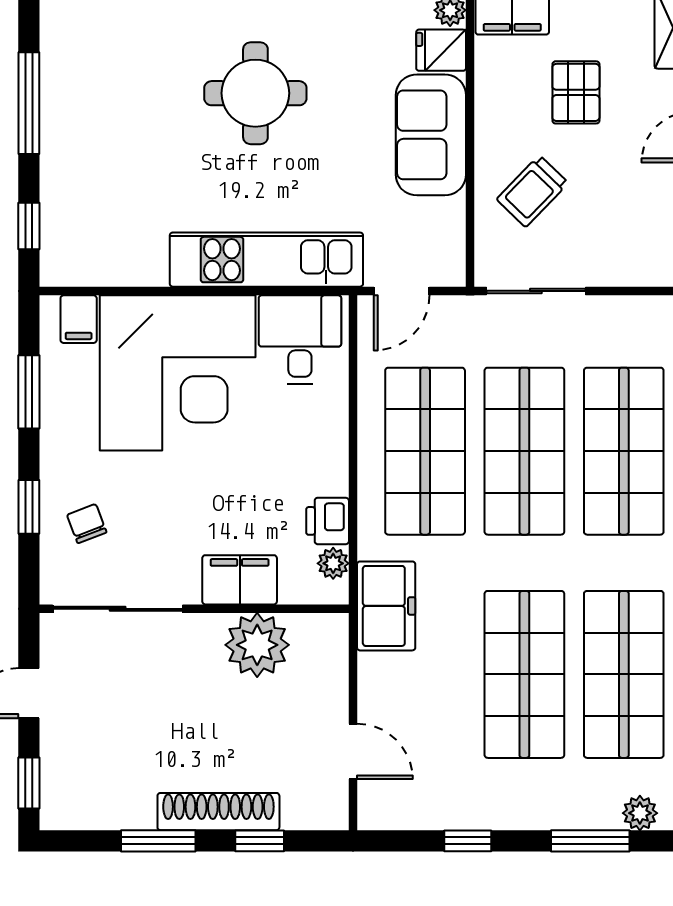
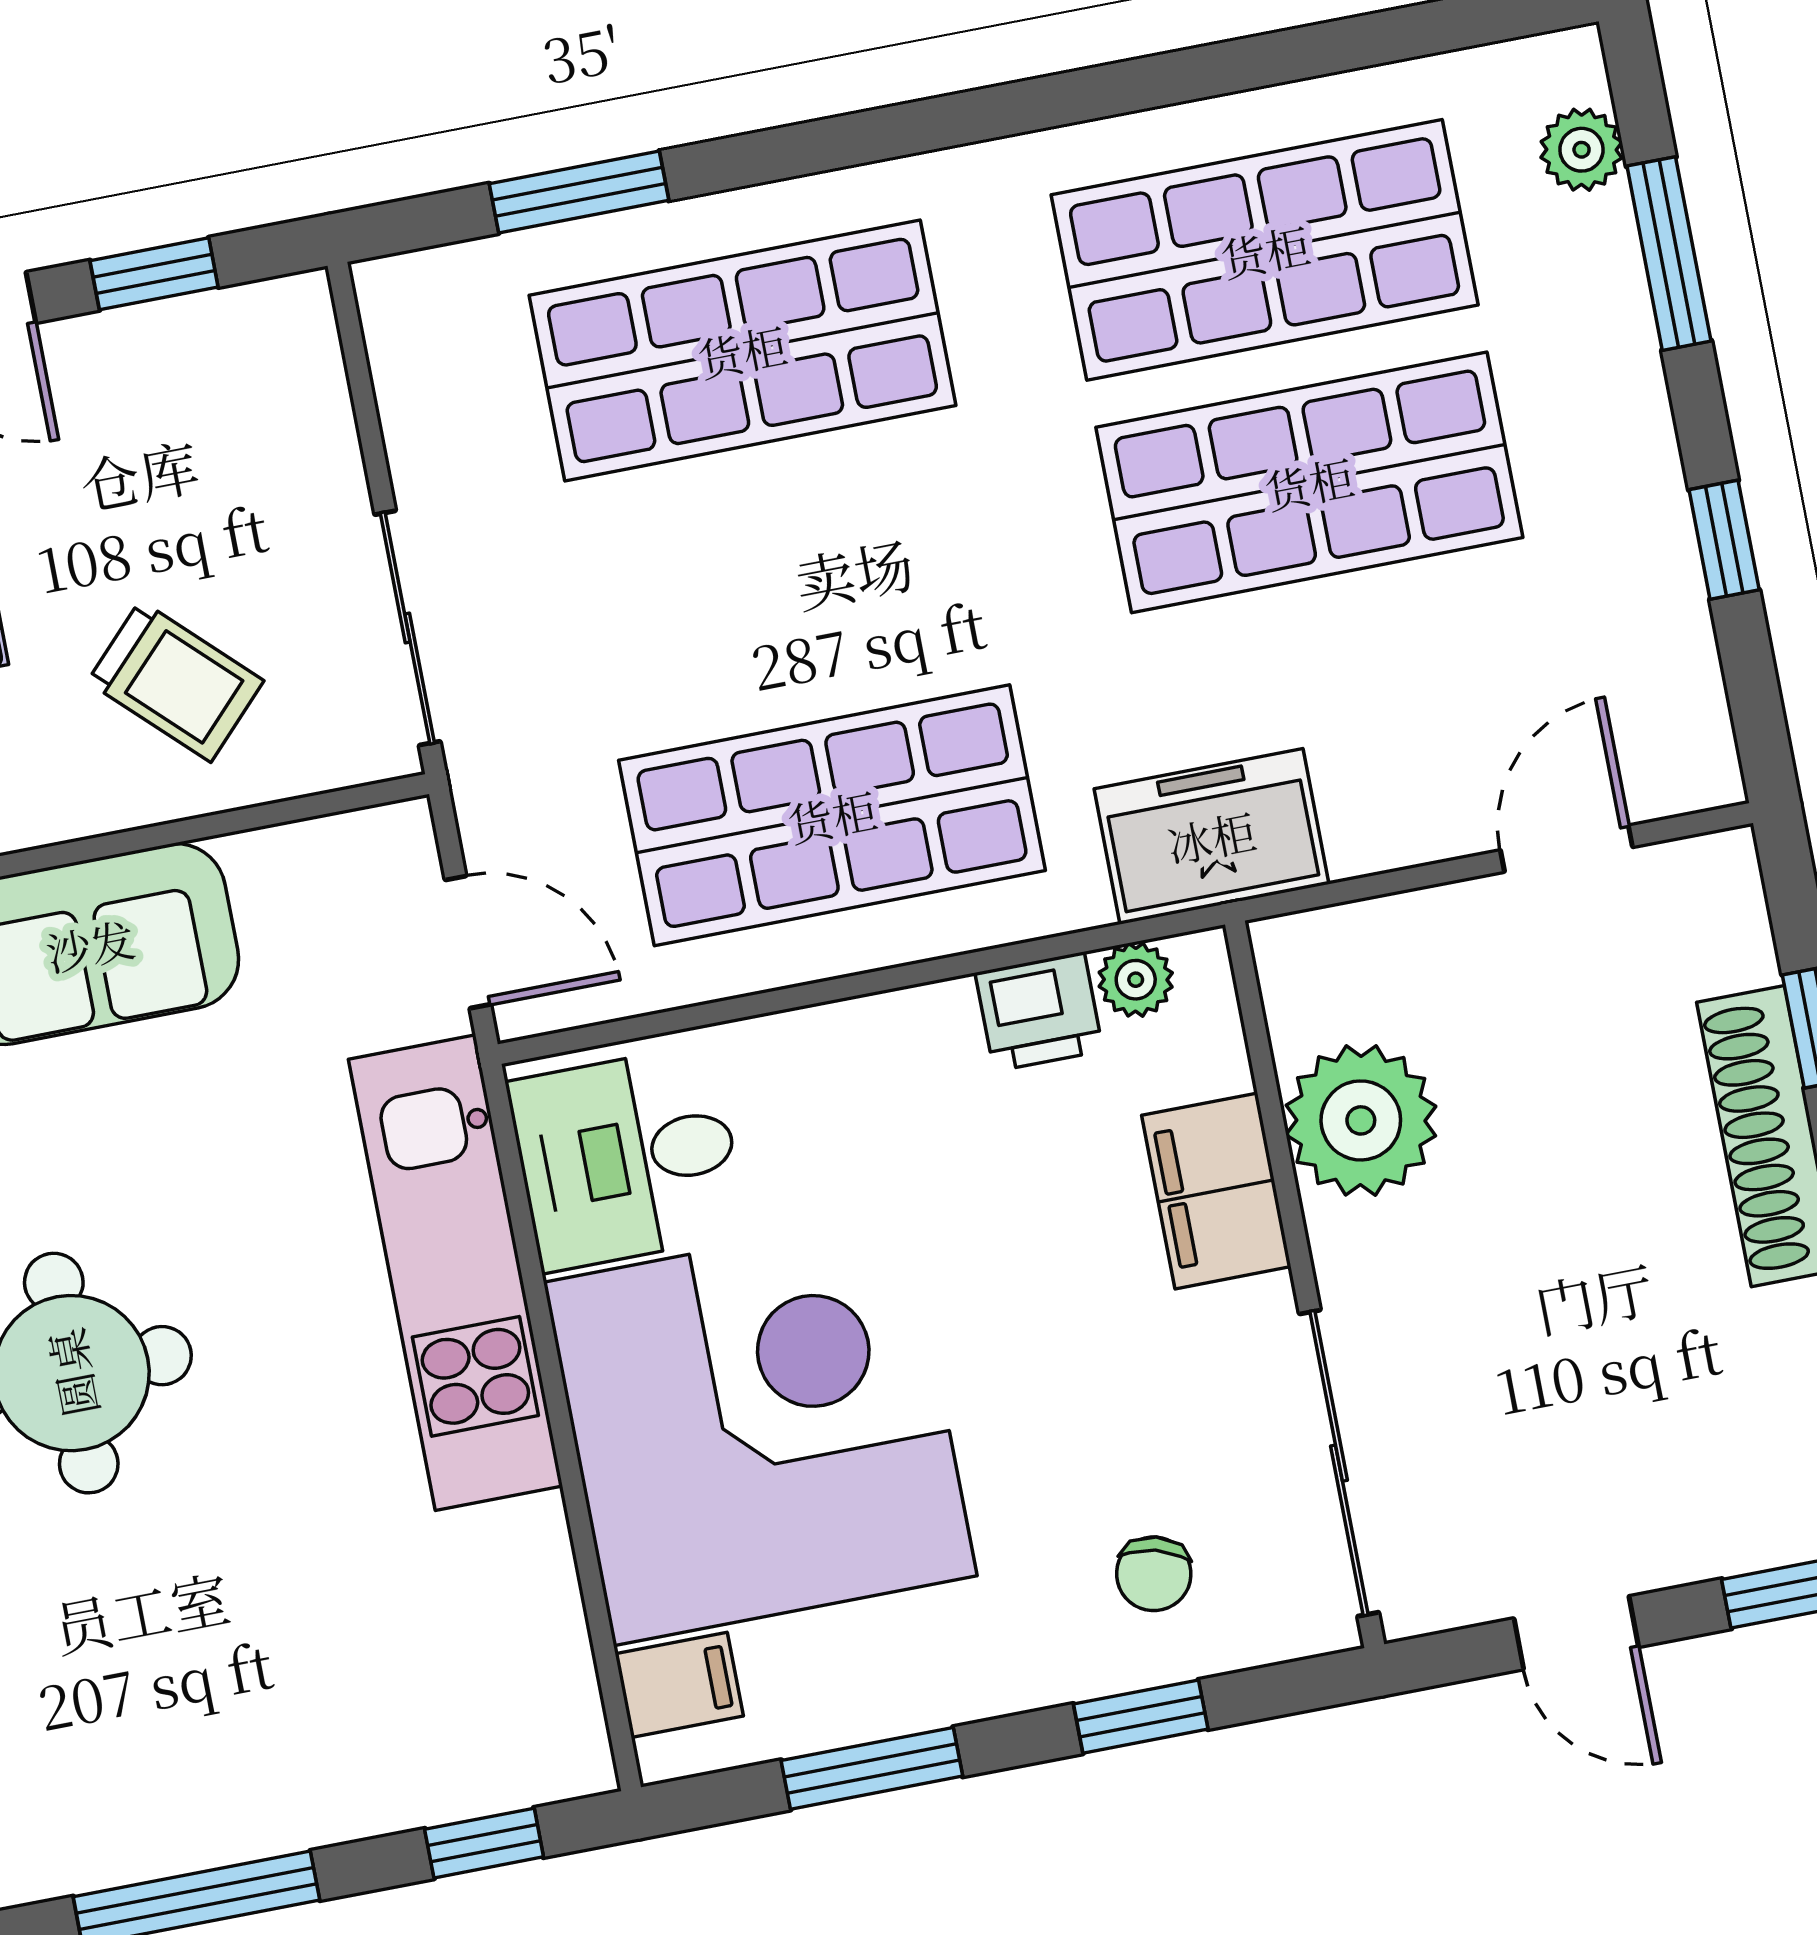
shop shelf: (524, 451) -> (787, 583), removed
chair: (87, 524) -> (1154, 1574), turned -54

